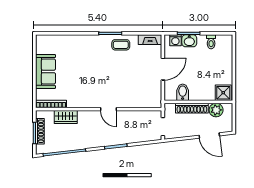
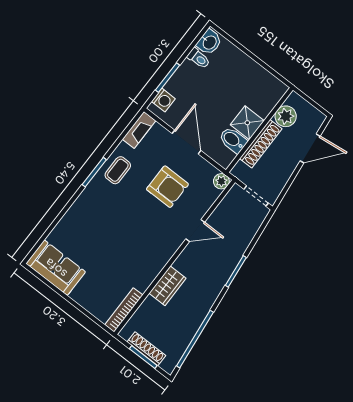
washbasin: (189, 41) -> (209, 42), moved
sofa: (45, 71) -> (56, 268), moved
armchair: (132, 77) -> (167, 187), added
shower: (223, 93) -> (247, 123), moved
plant: (157, 103) -> (221, 181), added
door: (108, 109) -> (195, 231), moved
wardrobe: (66, 117) -> (168, 286), moved

